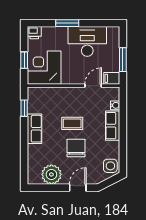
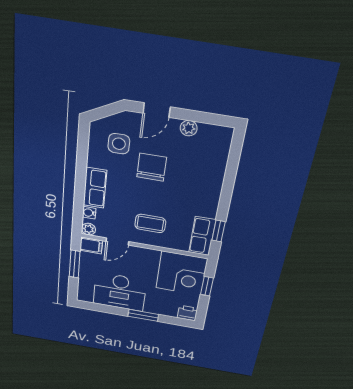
plant: (115, 92) -> (89, 229), added
coffee table: (72, 123) -> (150, 223), moved
row of seats: (35, 129) -> (202, 236), moved
chair: (76, 148) -> (152, 167), turned 180
side table: (110, 166) -> (119, 144), moved
plant: (51, 174) -> (189, 128), width x0.53, depth x0.53

